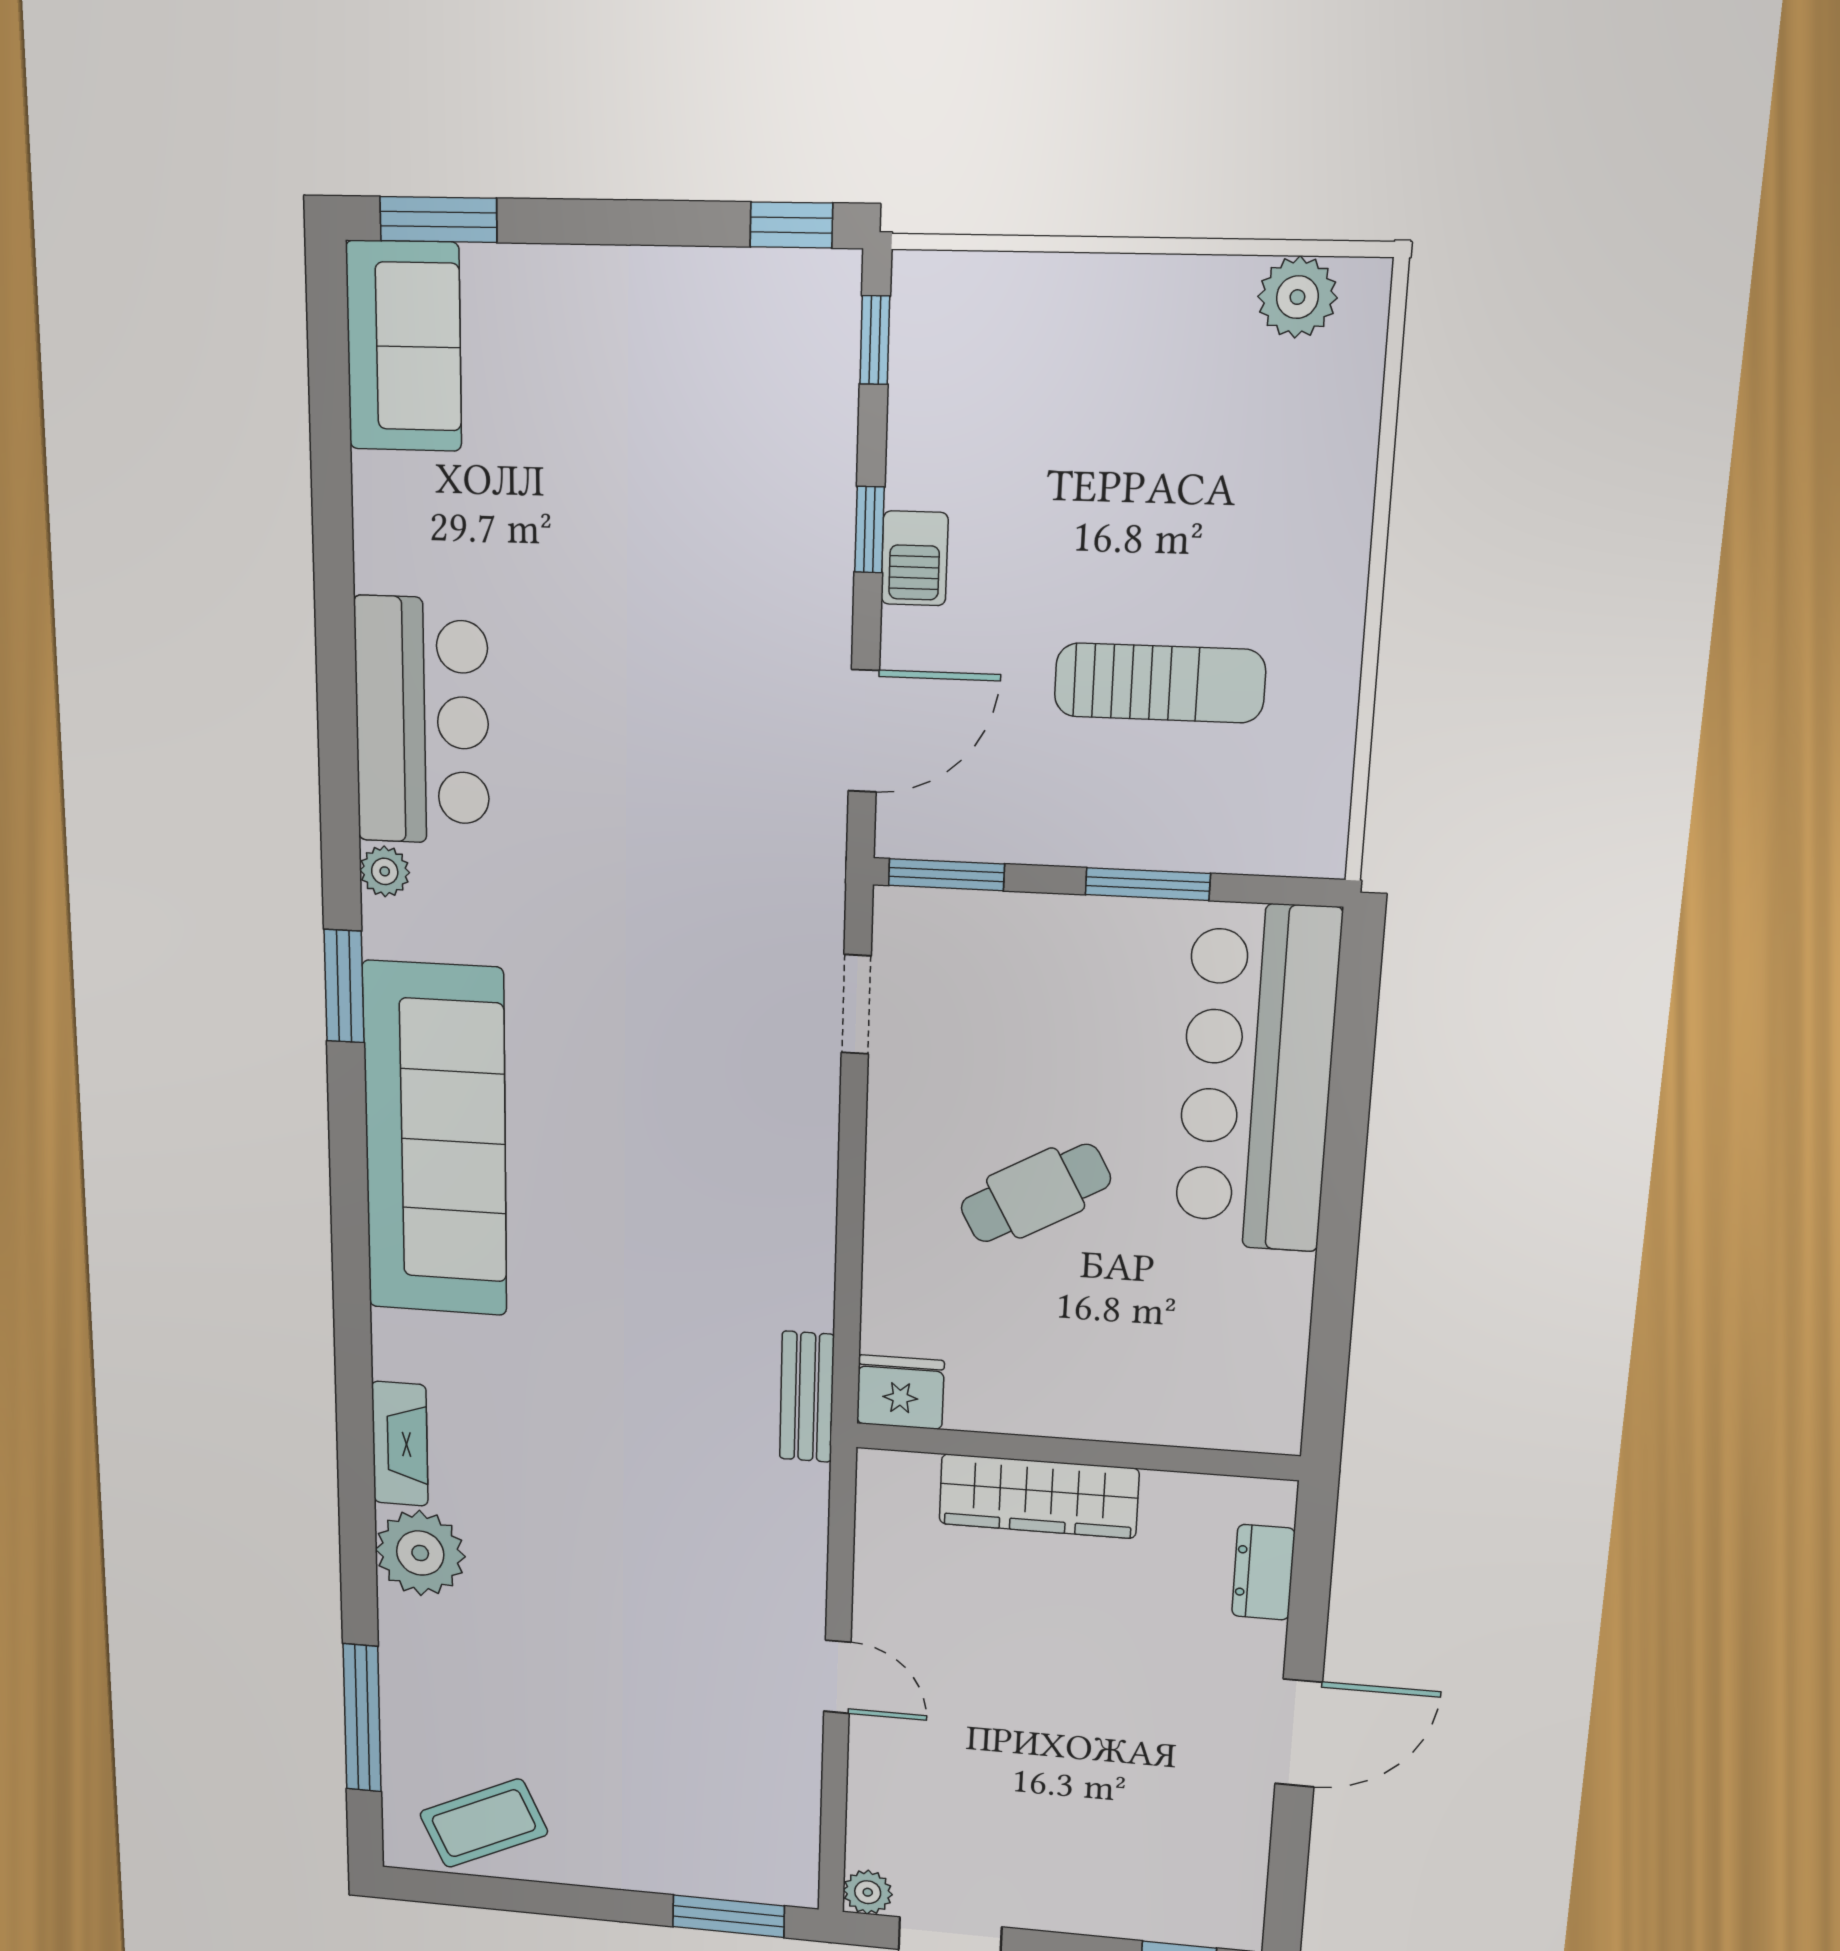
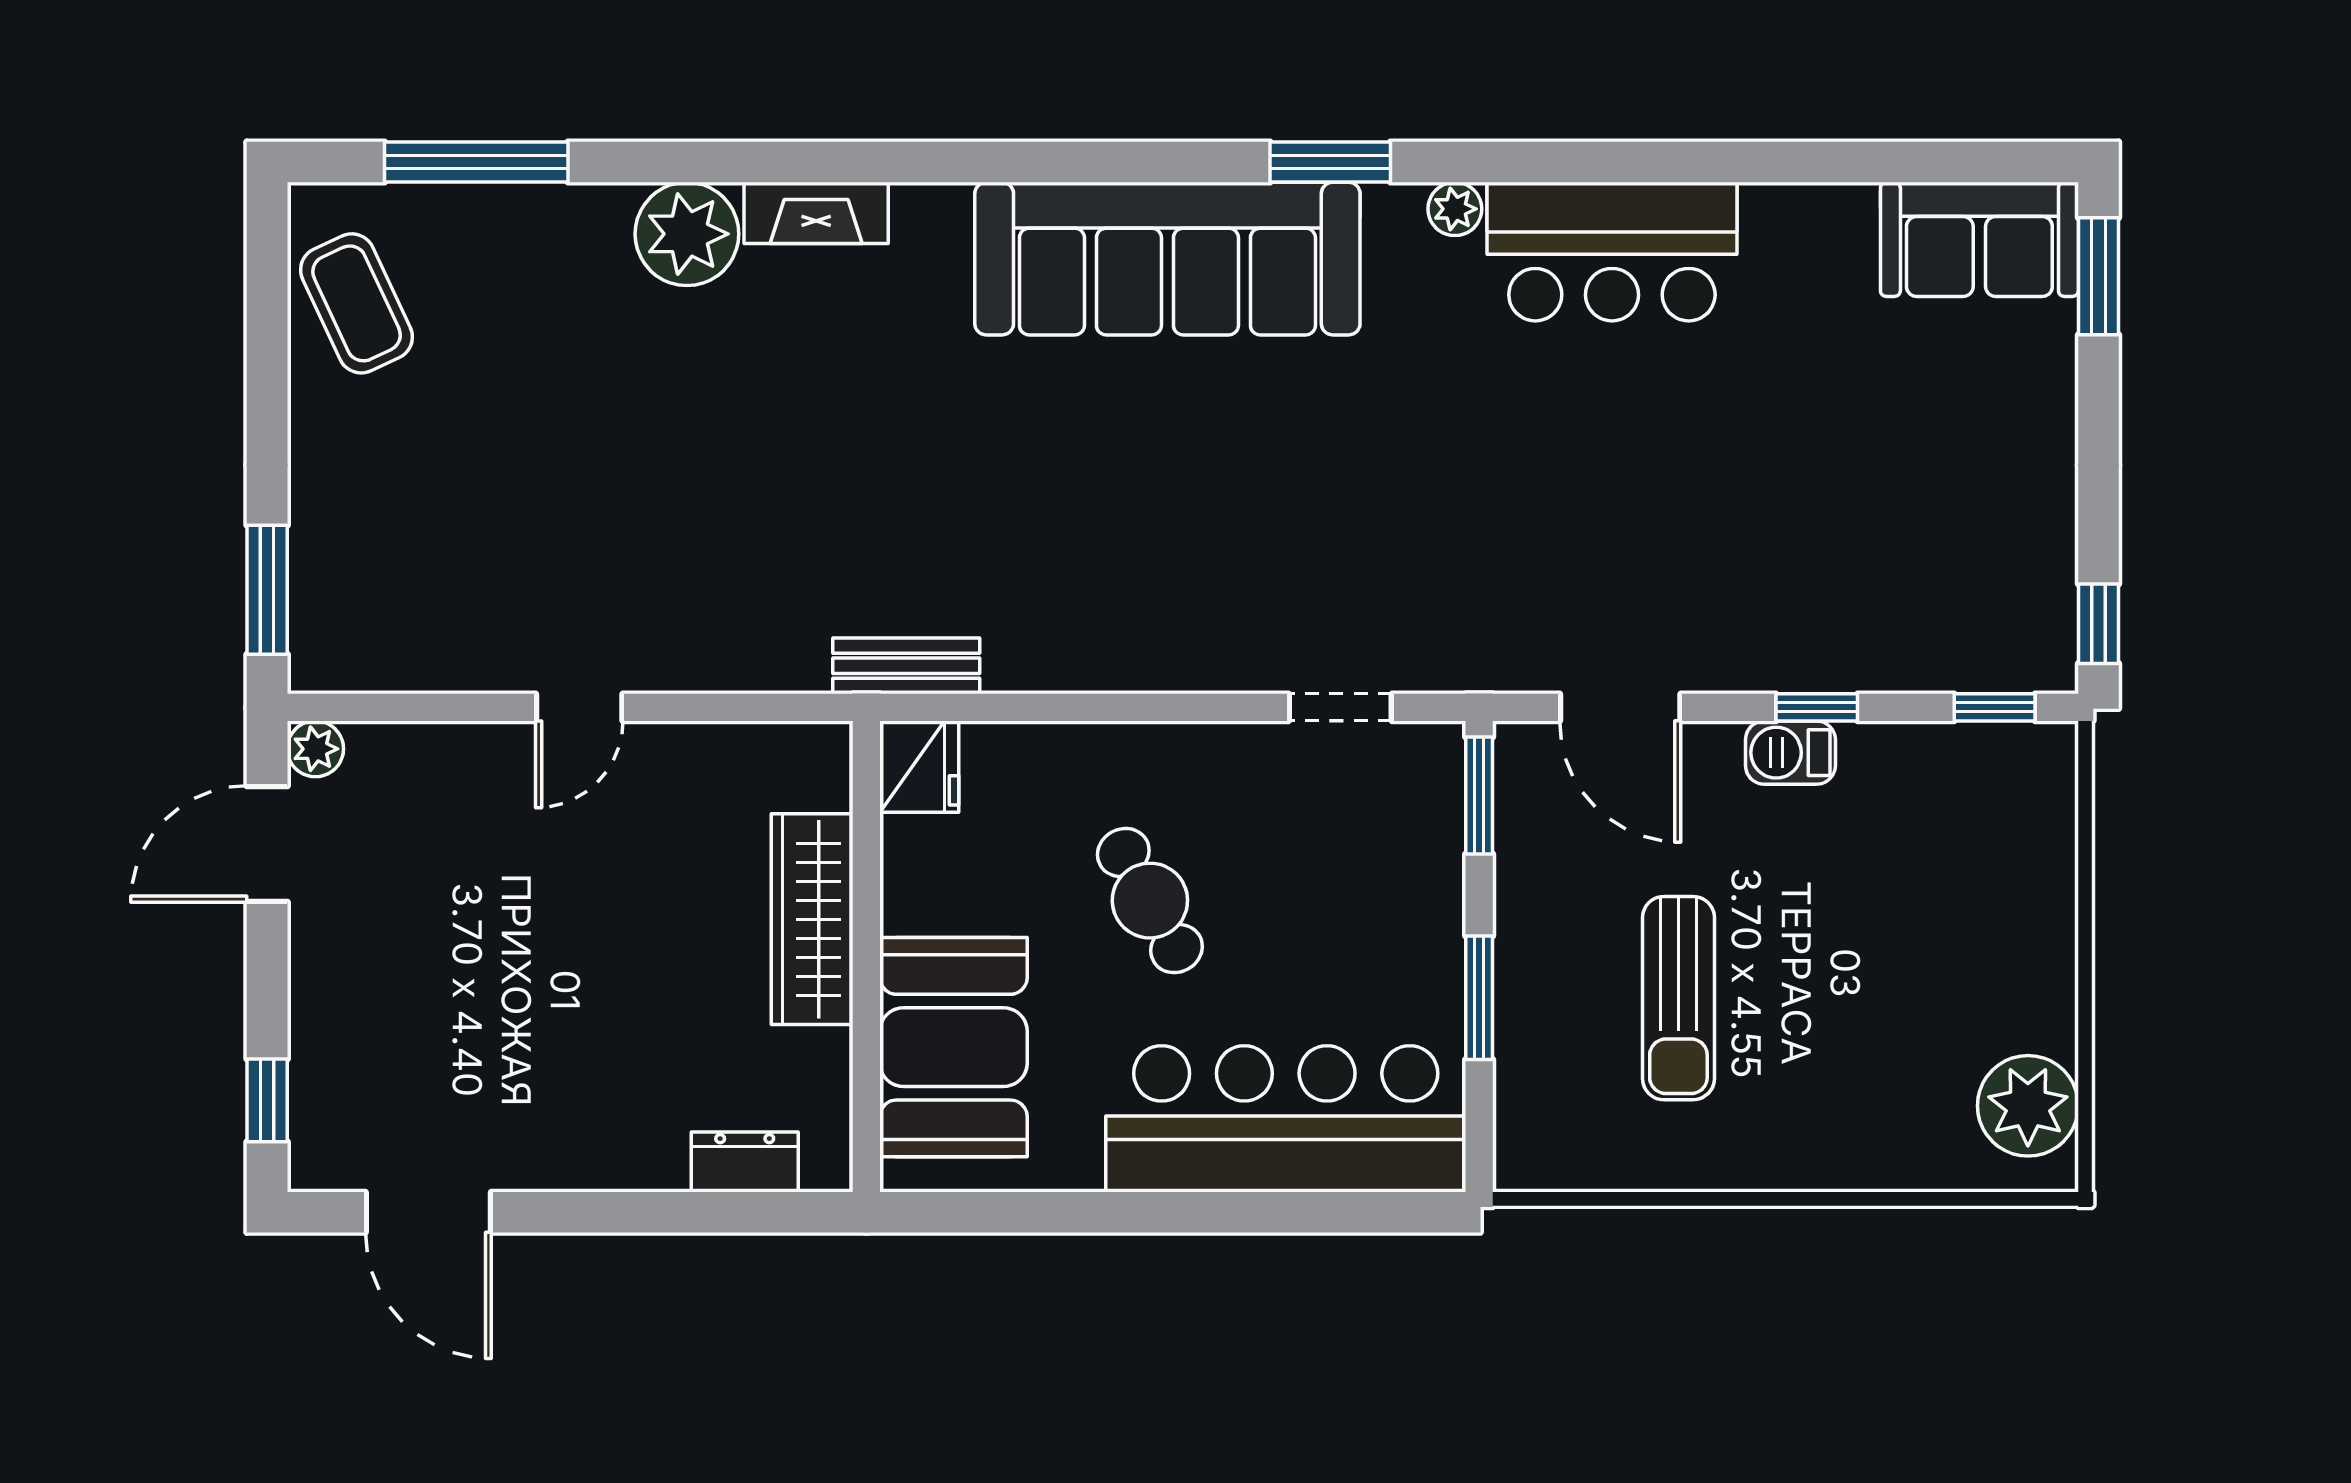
plant: (1297, 297) -> (2028, 1106), width x1.36, depth x1.36
booth: (1167, 1381) -> (953, 1047), added
door: (1299, 1733) -> (428, 1212), moved

